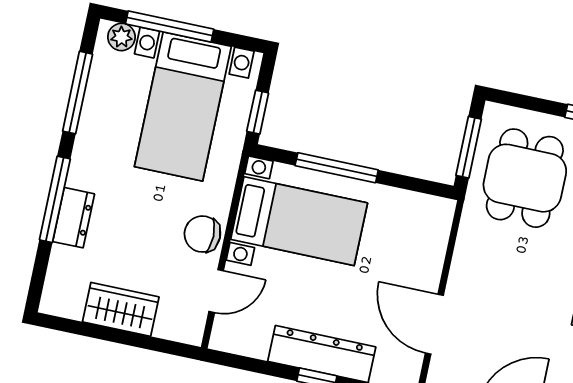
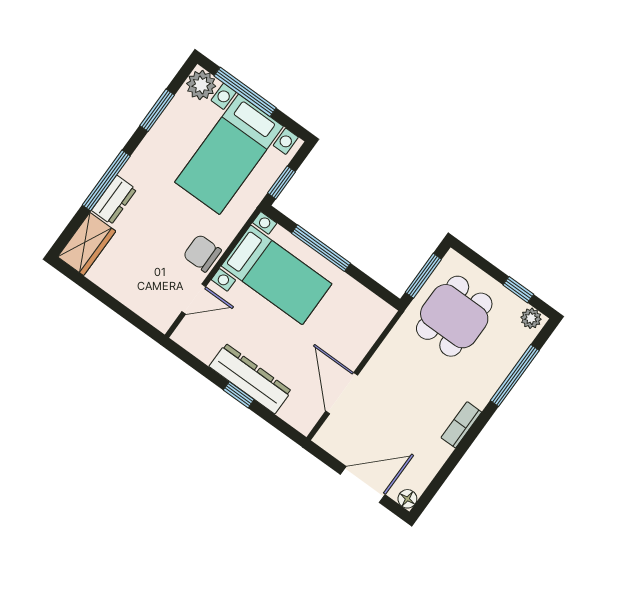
plant: (121, 37) -> (201, 85), width x1.38, depth x1.38
window: (78, 93) -> (157, 110), width x0.69
wardrobe: (121, 309) -> (87, 244), moved, turned 90

